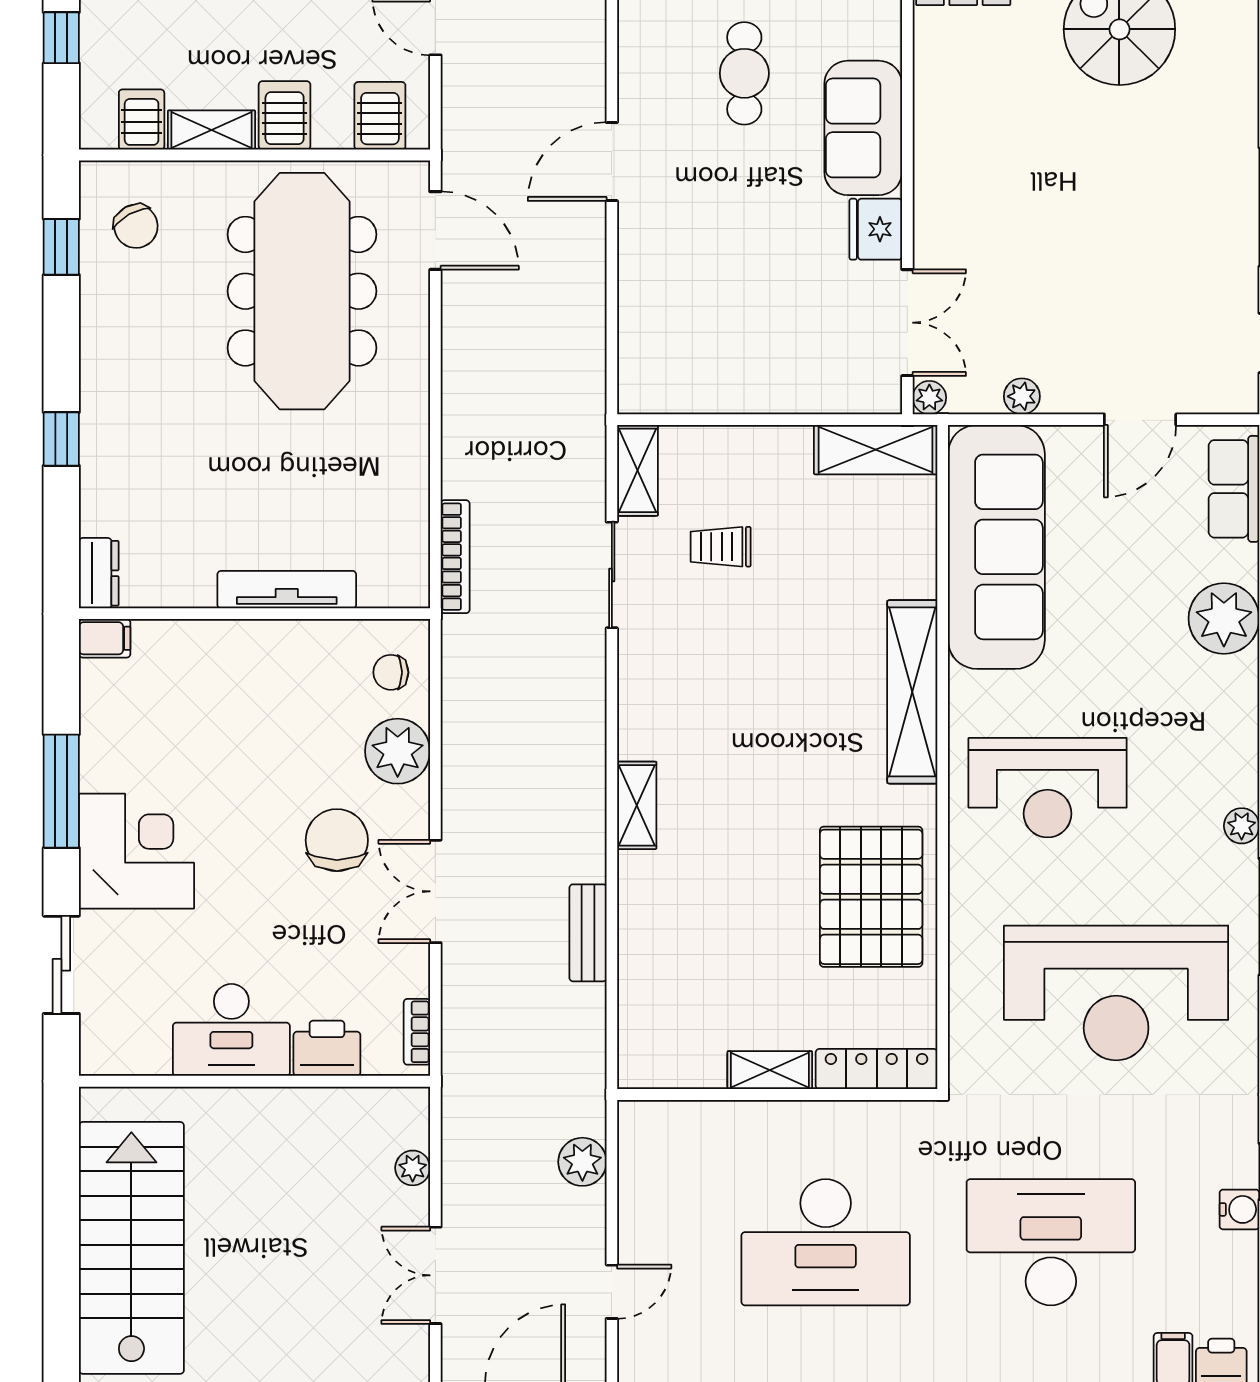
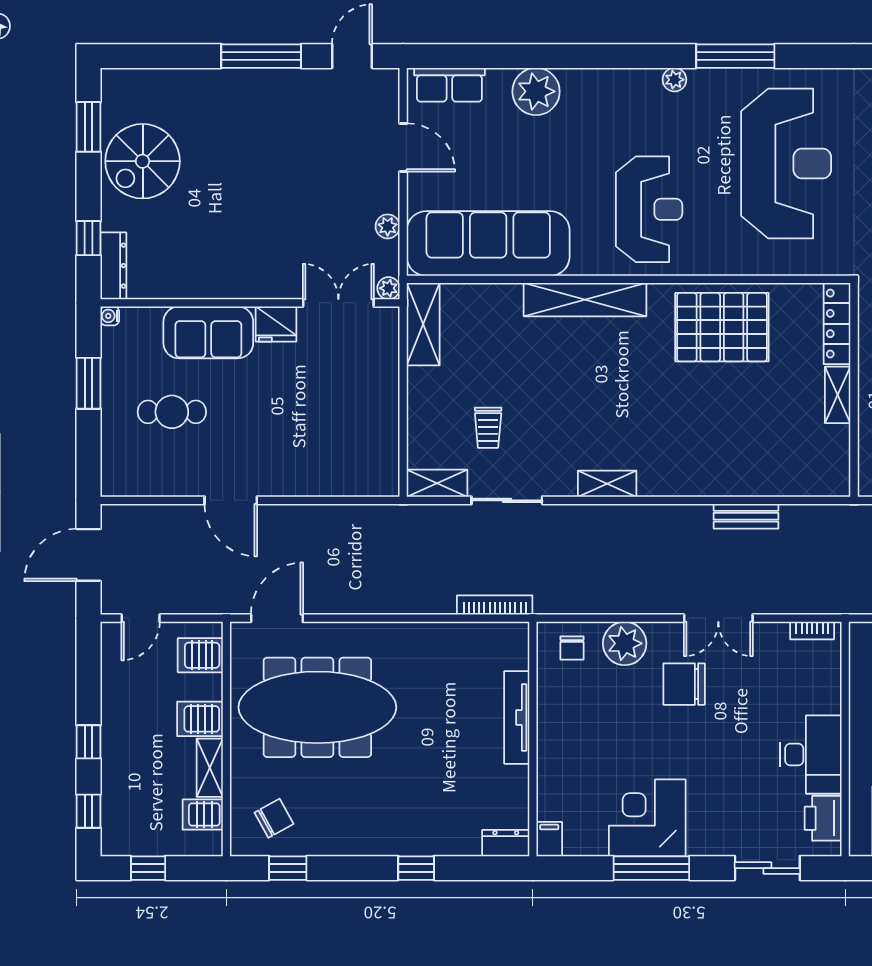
shelving: (637, 805) -> (607, 484), moved
corner desk: (137, 851) -> (647, 818), moved
printer: (327, 1048) -> (823, 818), moved

